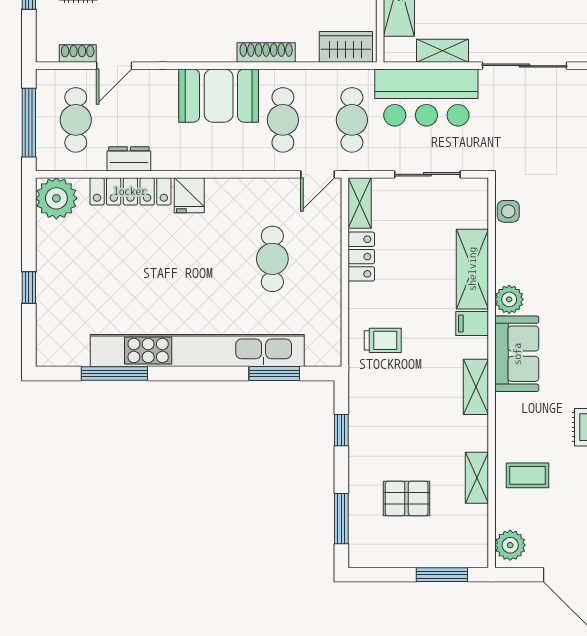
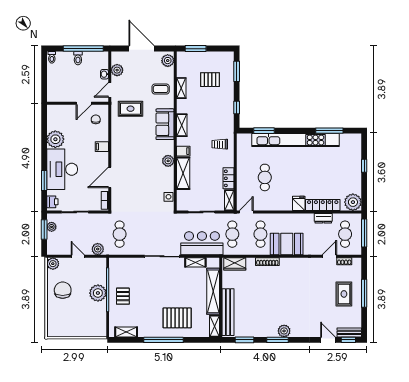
sofa: (517, 354) -> (165, 124), moved

